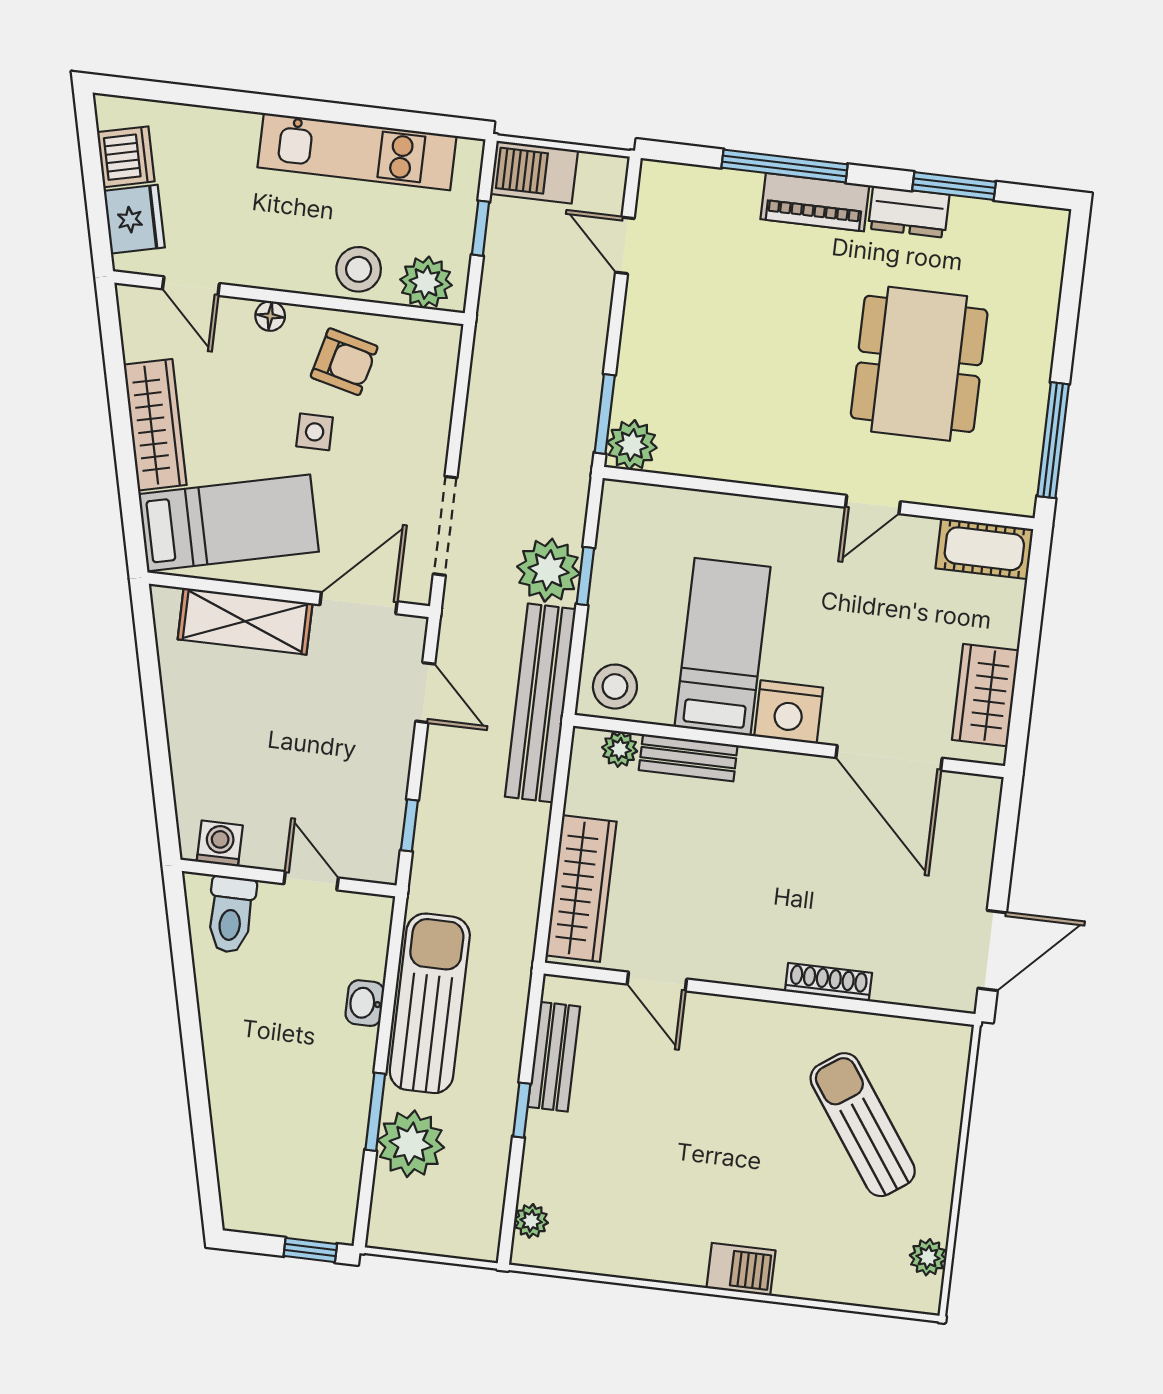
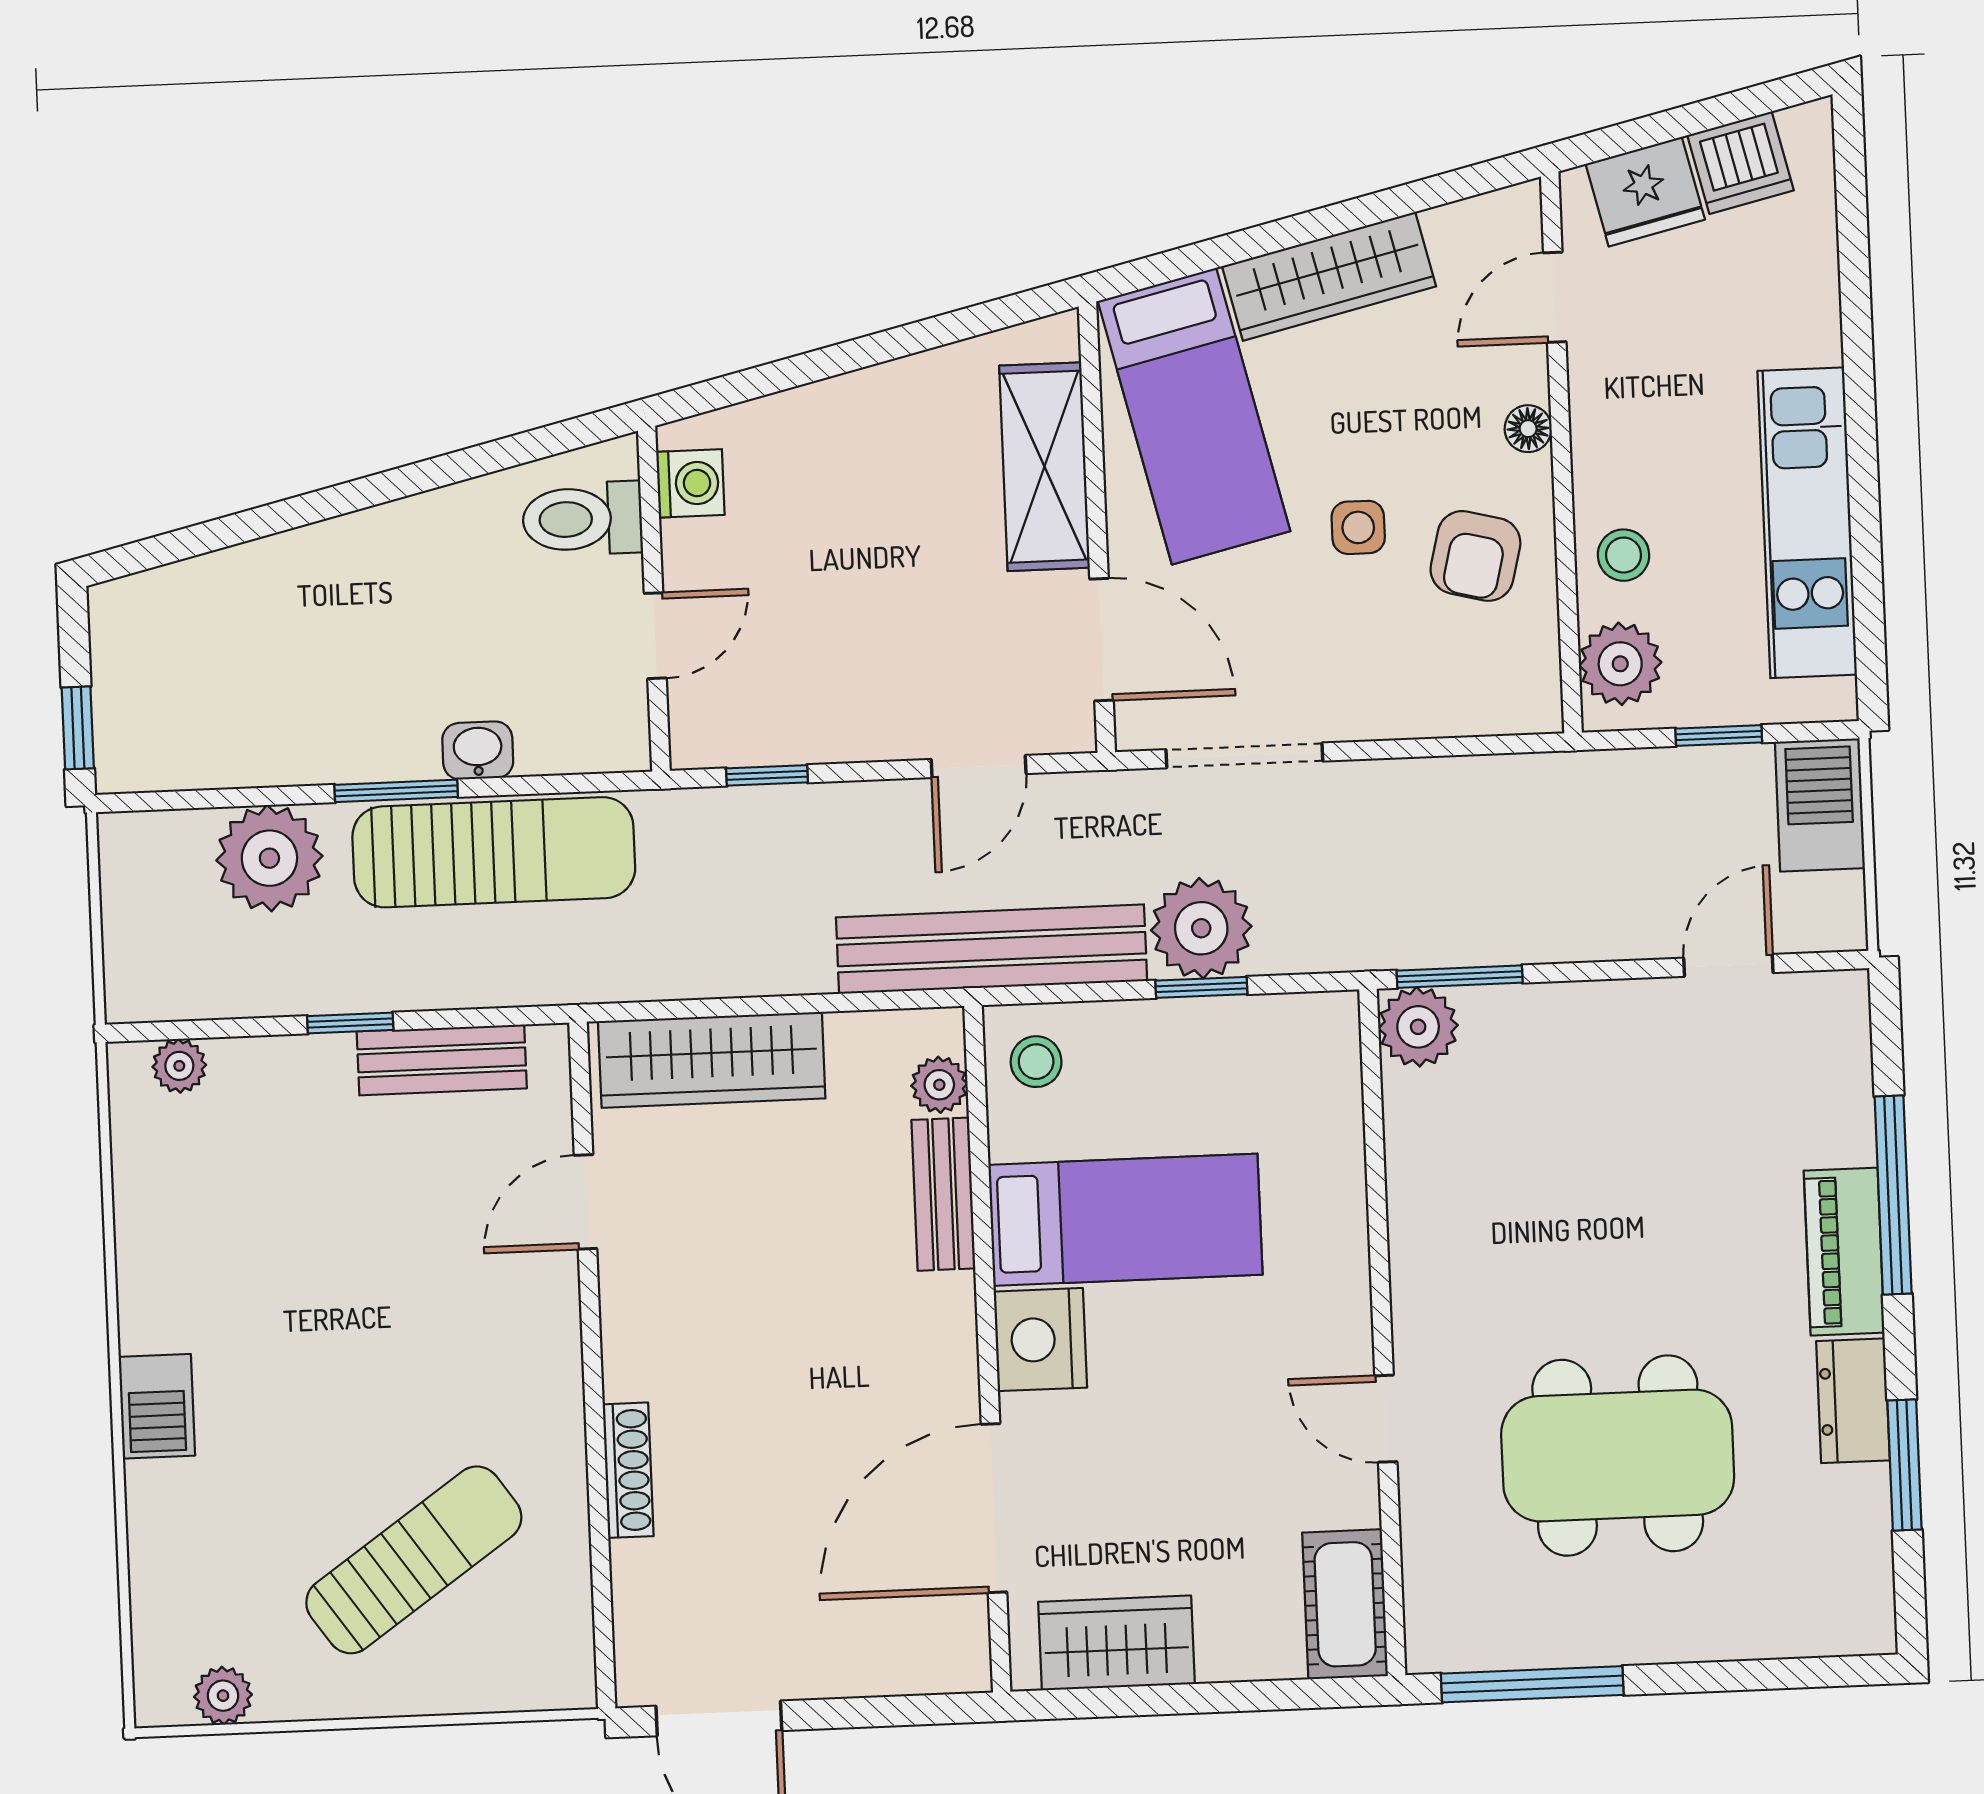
stool: (359, 269) -> (1624, 555), width x0.73, depth x0.73
stool: (615, 687) -> (1036, 1062), width x0.73, depth x0.73
window: (375, 1112) -> (396, 791), moved

